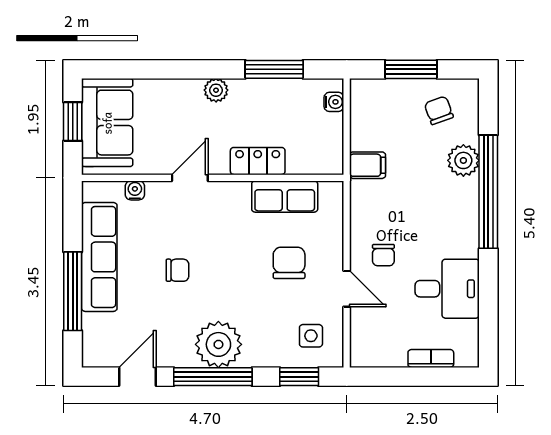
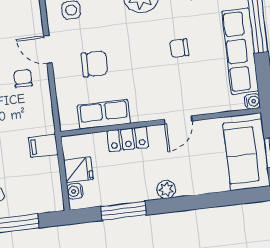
fridge: (326, 129) -> (78, 170), added
water cooler: (135, 190) -> (252, 101), moved, turned -90
chair: (289, 263) -> (94, 64), turned -90

